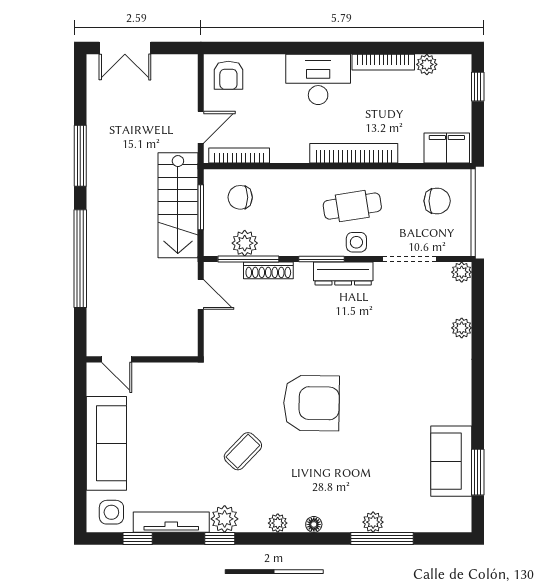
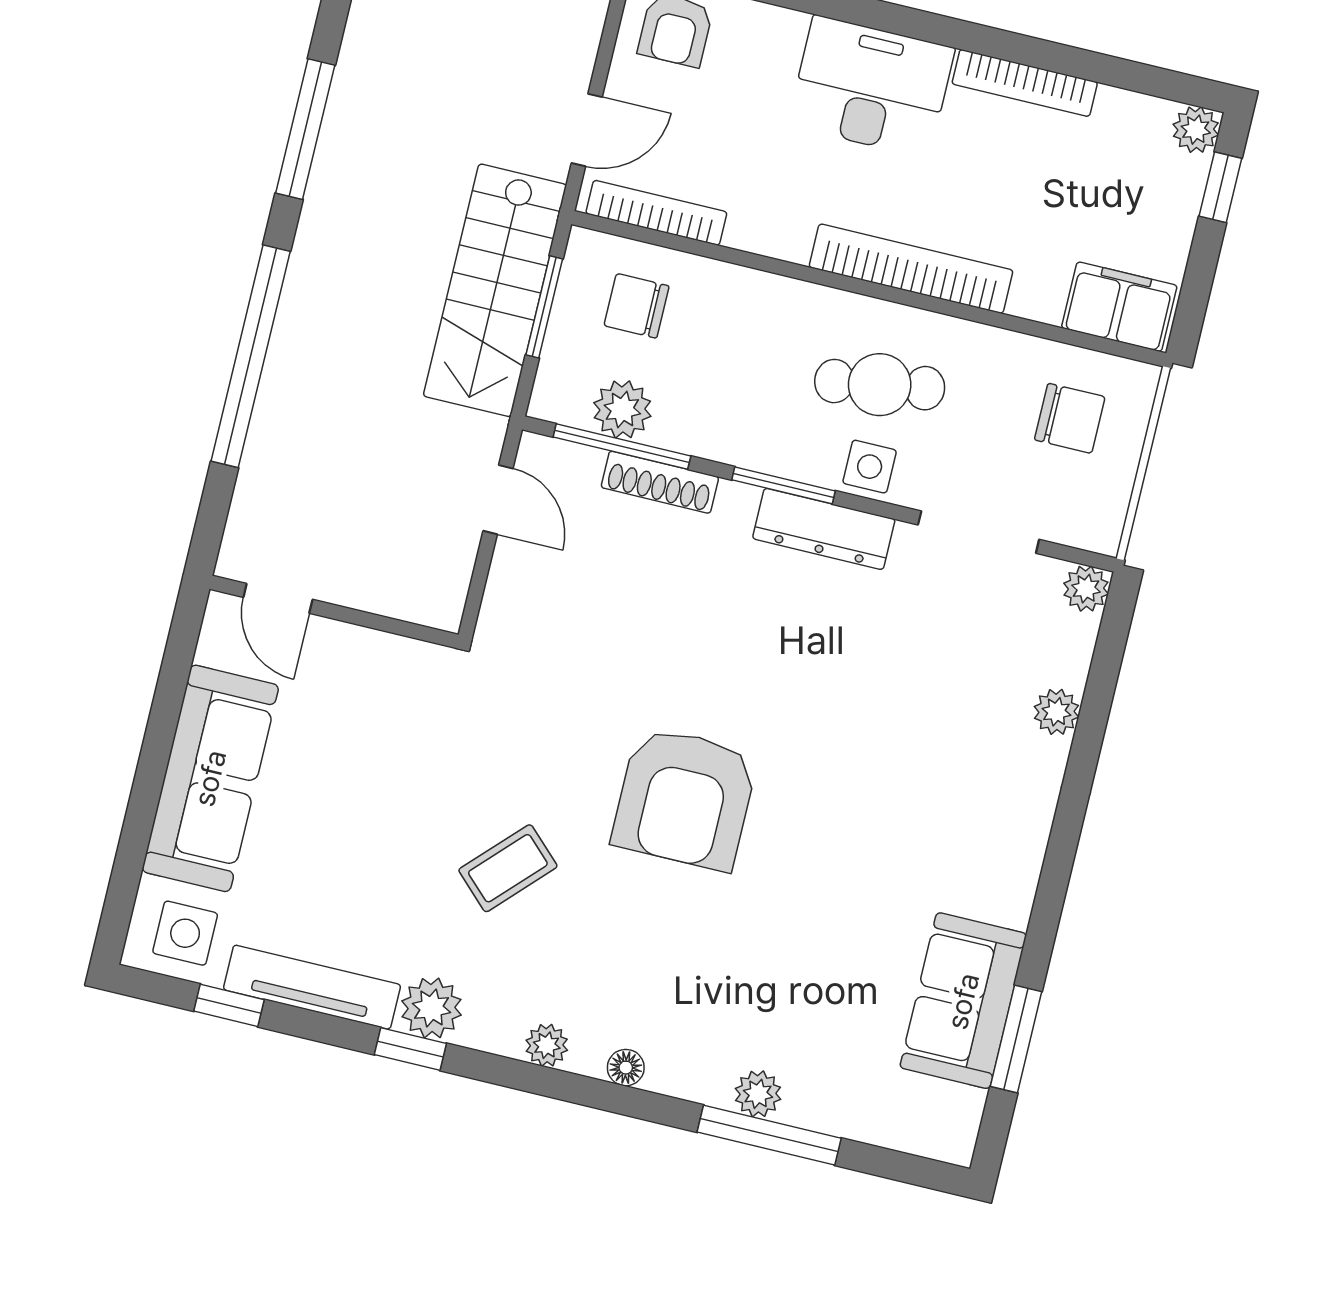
plant: (427, 64) -> (1196, 130), moved
armchair: (311, 403) -> (685, 798), turned 89

